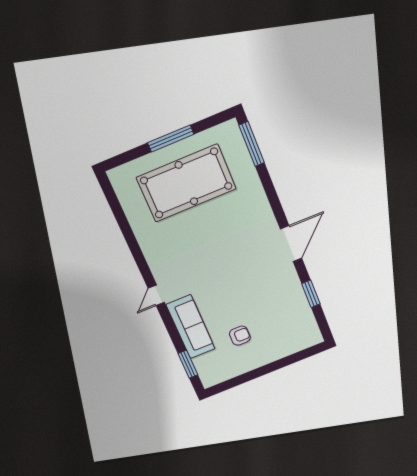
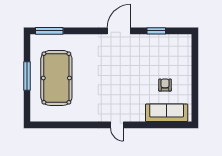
door: (291, 244) -> (119, 31), hinge flipped
sofa: (191, 327) -> (167, 113), moved
window: (188, 364) -> (170, 125), removed

